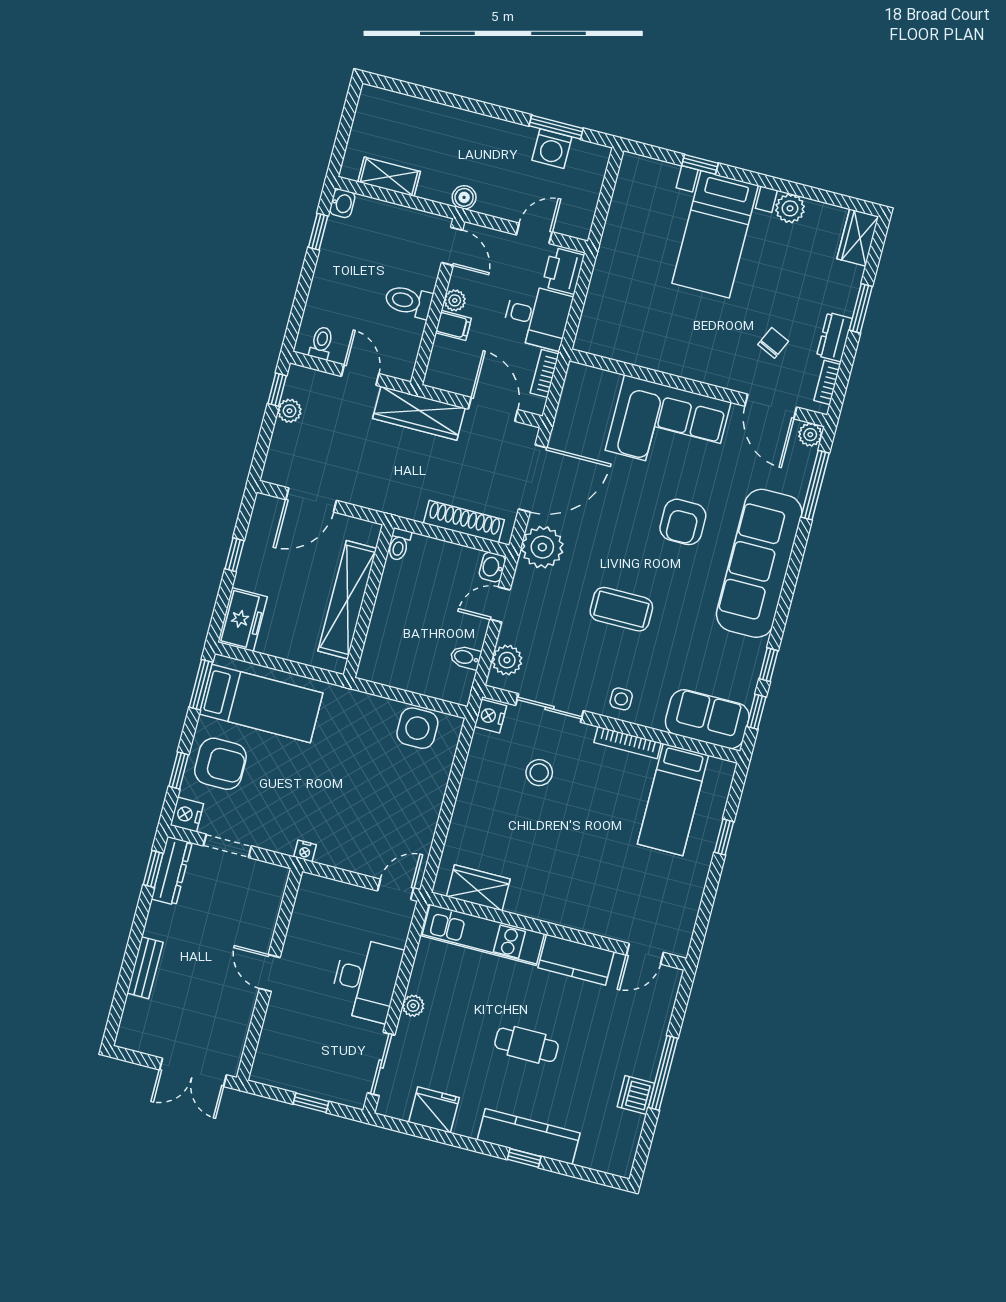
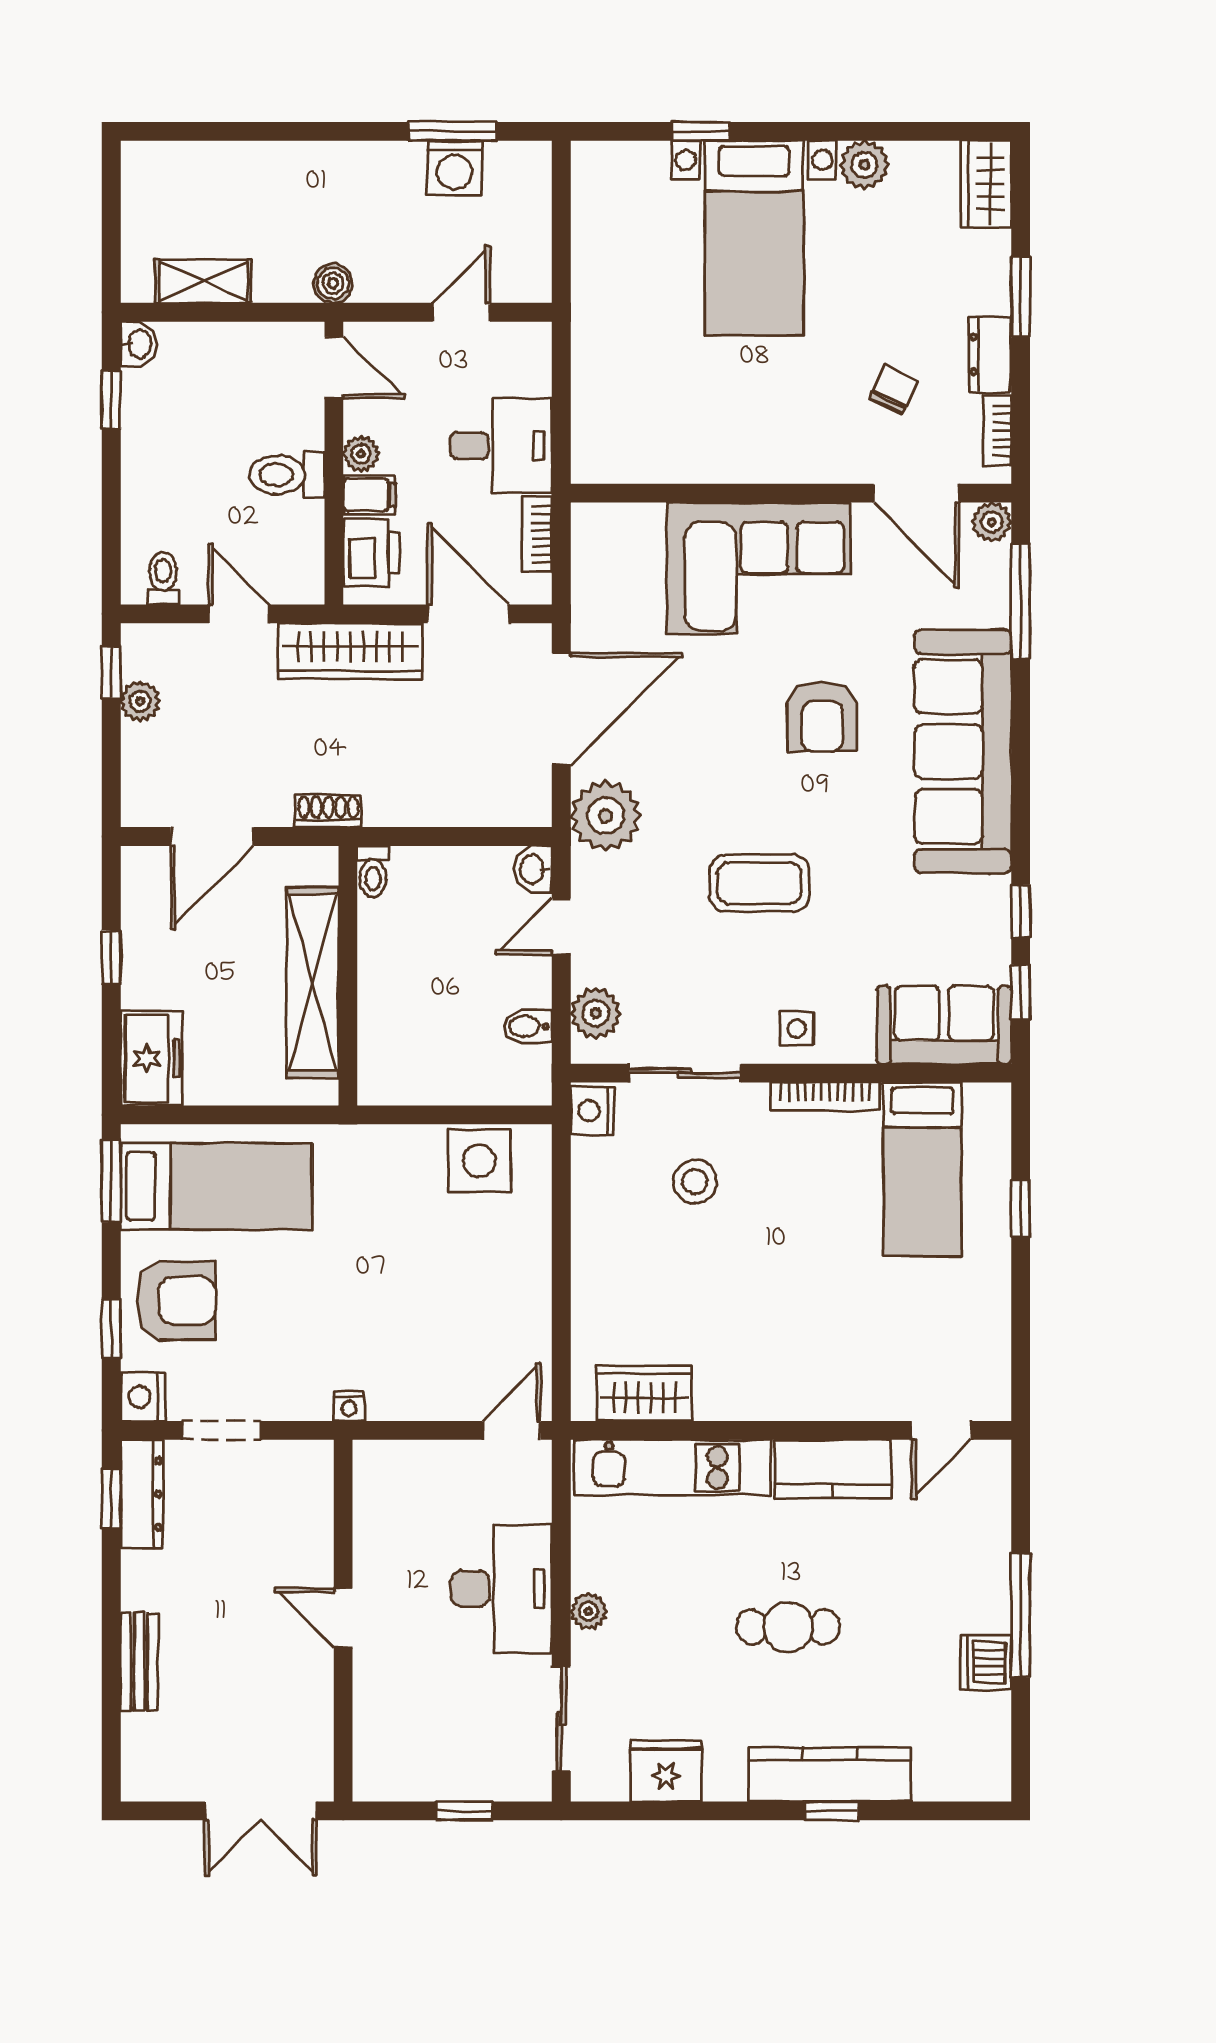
printer: (563, 271) -> (371, 552), moved, turned 180
shoe rack: (464, 521) -> (329, 811), moved, width x0.51, depth x0.81

